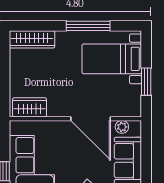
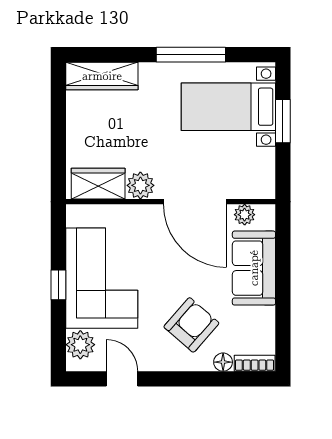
window: (146, 82) -> (283, 121), moved
plant: (56, 109) -> (140, 185), added

